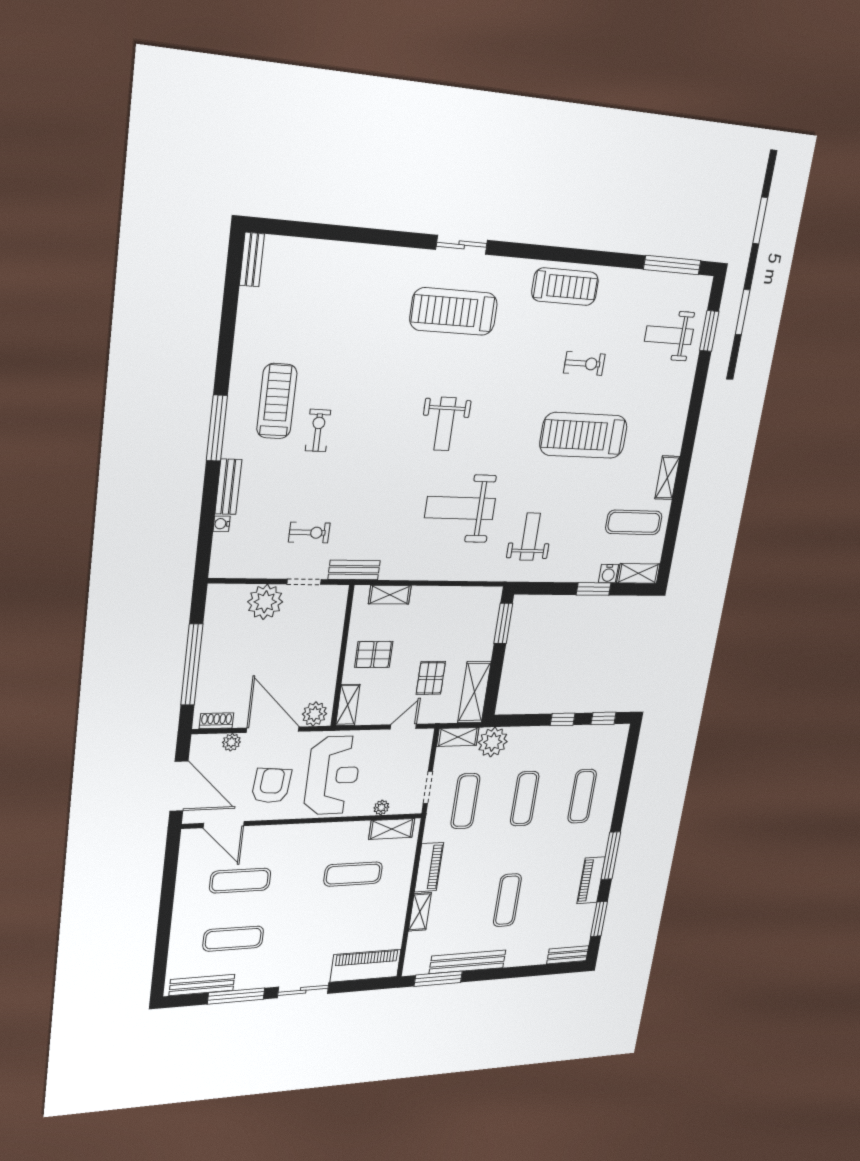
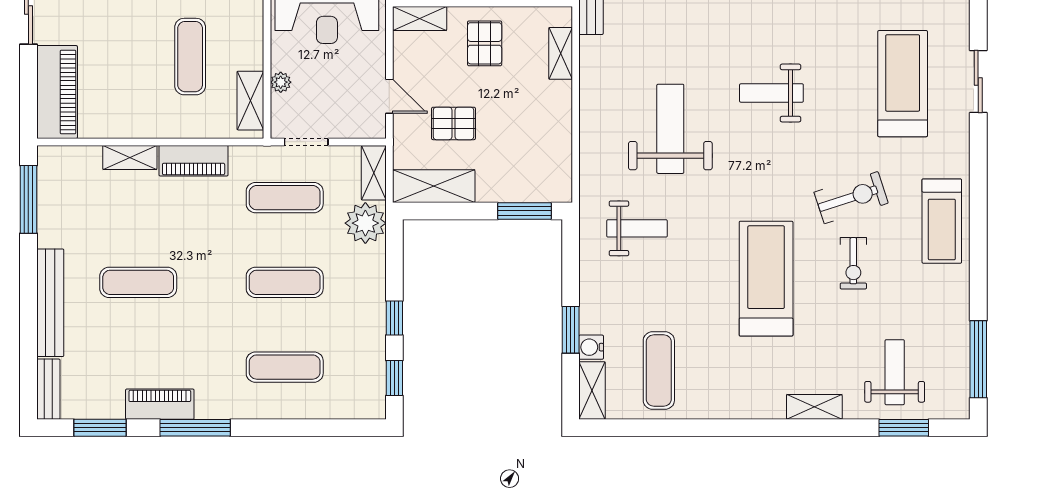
exercise bike: (535, 362) -> (851, 198), added
shelving: (667, 478) -> (814, 407), moved
bench: (468, 962) -> (50, 303), moved

